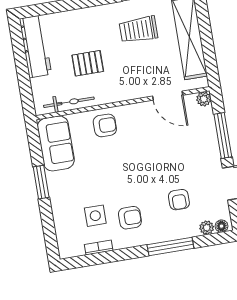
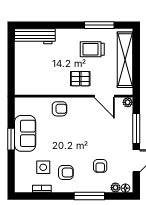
workbench: (35, 46) -> (35, 36), moved, turned 90
pallet: (88, 63) -> (80, 79), moved
bicycle: (69, 102) -> (38, 89), removed
sofa: (56, 143) -> (25, 133), moved

